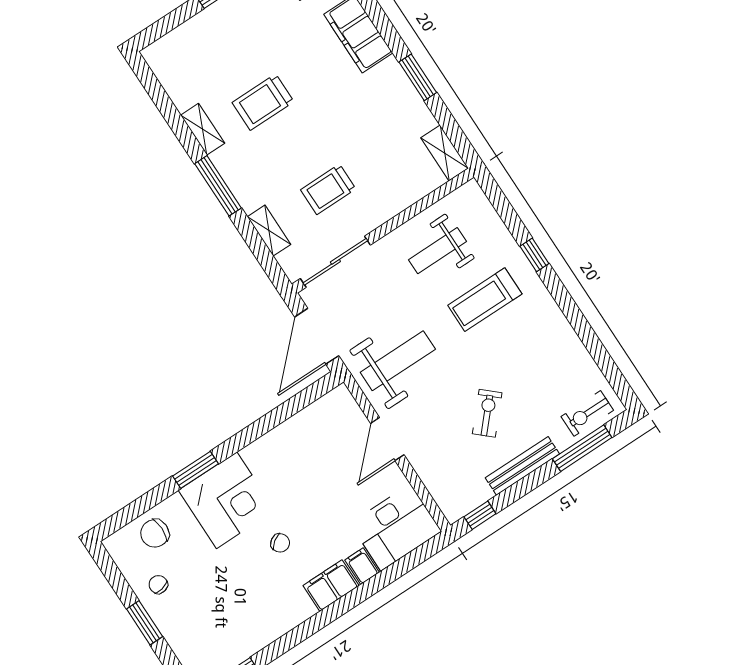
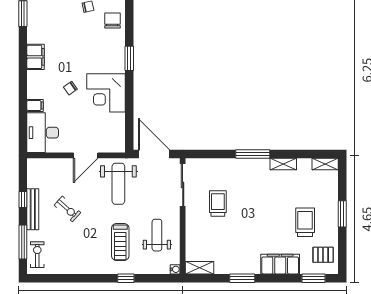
trolley: (263, 102) -> (305, 222), moved
water cooler: (472, 189) -> (175, 269), added
shelving: (269, 231) -> (325, 164), moved
treadmill: (485, 300) -> (120, 242), turned 180
door: (387, 439) -> (86, 155), swing flipped
corner desk: (227, 500) -> (106, 93), moved
window: (480, 515) -> (23, 199), moved
chair: (280, 543) -> (70, 88), moved
filing cabinet: (331, 586) -> (36, 57), moved

